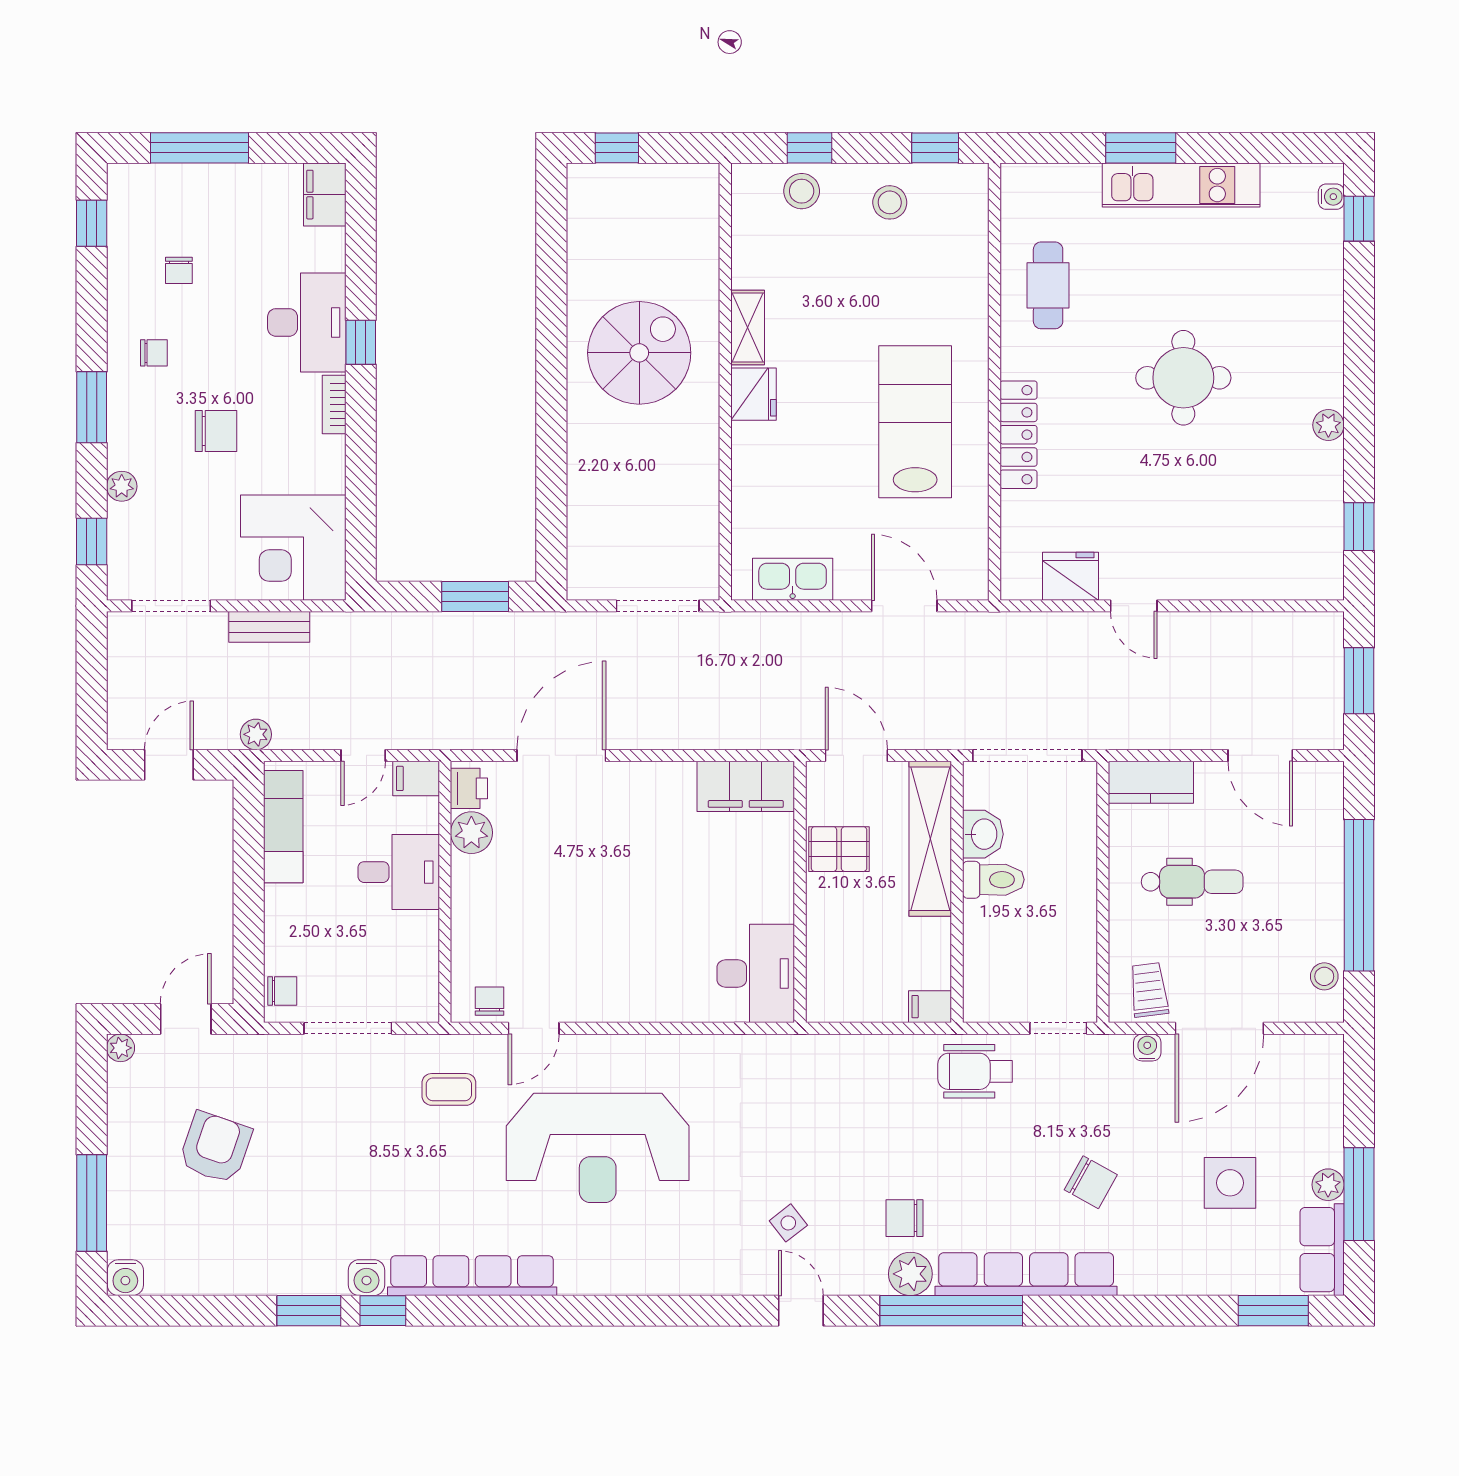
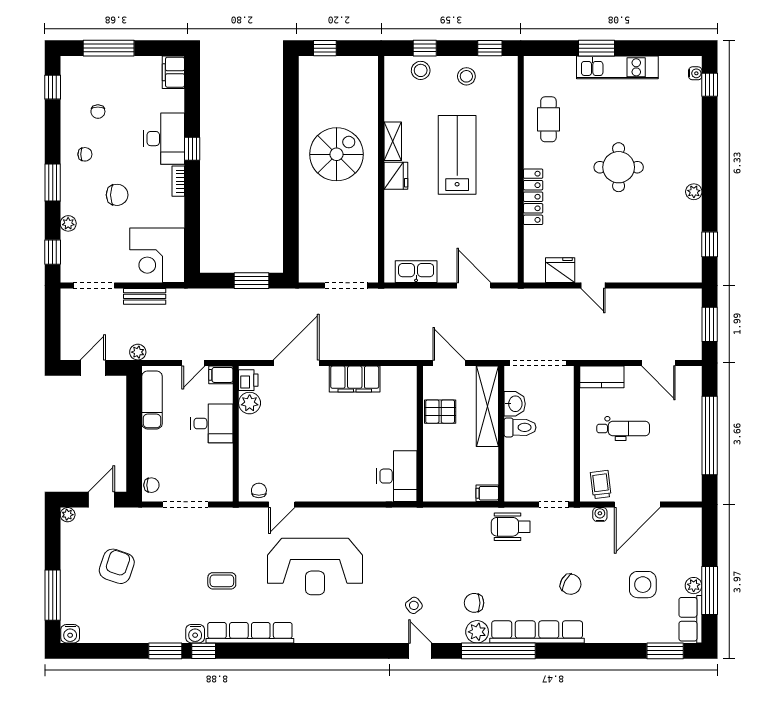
lab bench: (915, 422) -> (457, 155), moved
filing cabinet: (746, 786) -> (355, 379), moved
stool: (1324, 976) -> (692, 478), removed
coffee table: (449, 1089) -> (222, 581), moved

